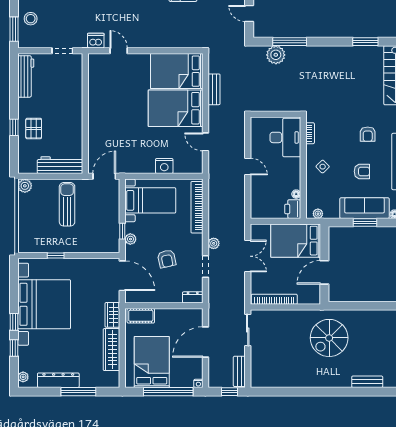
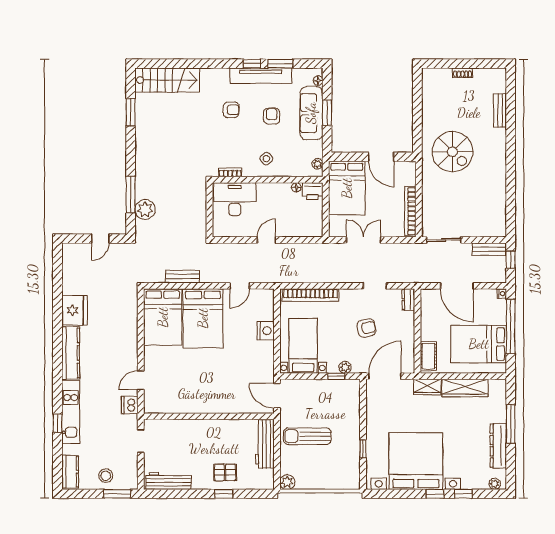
plant: (214, 243) -> (350, 277), removed

